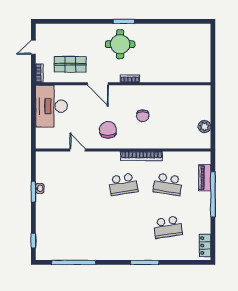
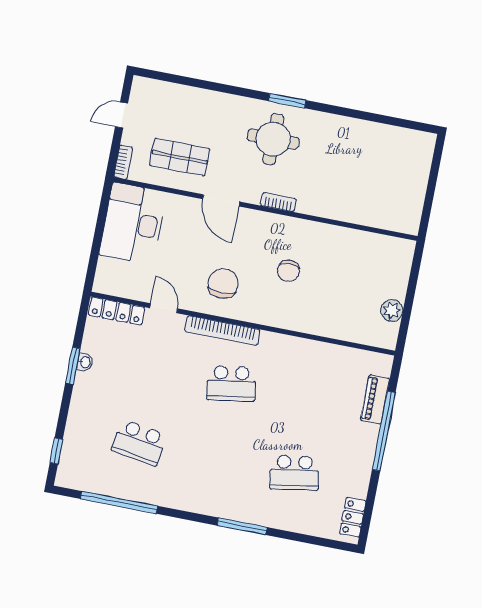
bookcase: (141, 156) -> (222, 331), moved
locker: (52, 157) -> (116, 311), added
school desk: (168, 184) -> (139, 443), moved

